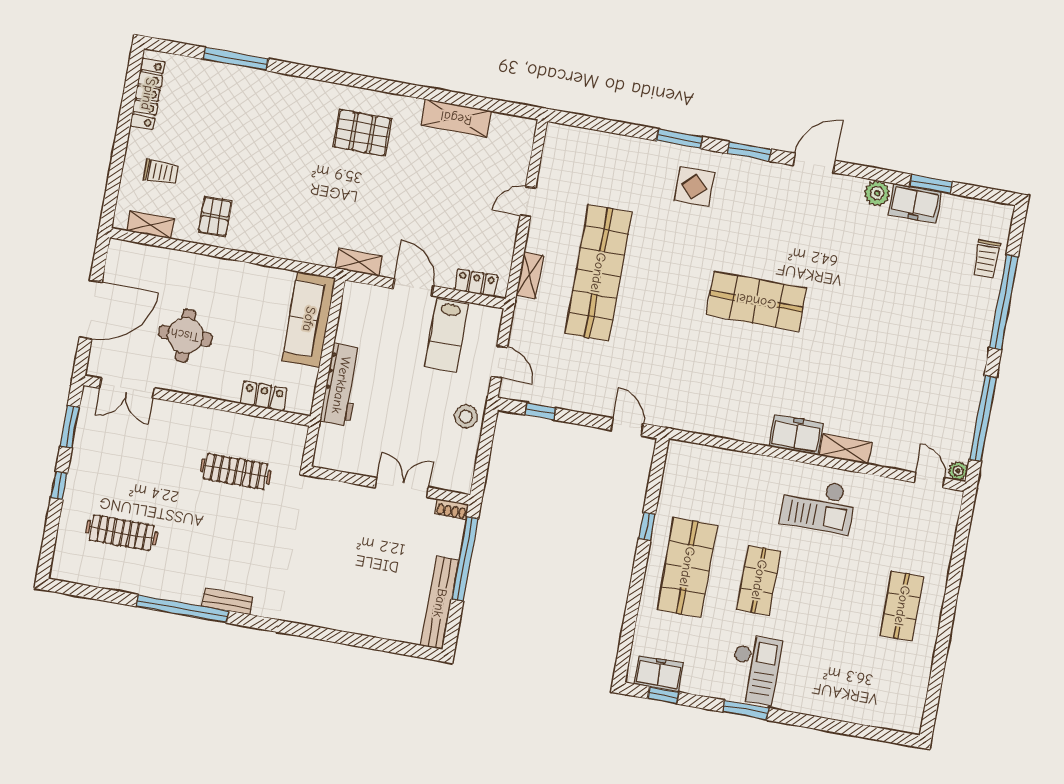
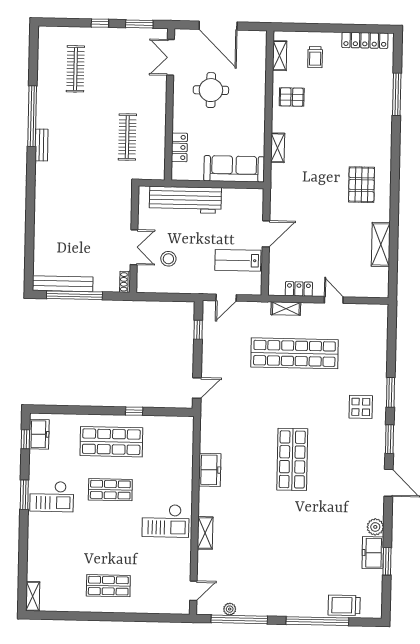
trolley: (987, 258) -> (344, 605), width x1.36, depth x1.39
shelving: (359, 262) -> (278, 148), moved
locker: (476, 283) -> (299, 289), moved, turned -90
workbench: (341, 385) -> (185, 200), width x1.36, depth x1.32
stool: (466, 416) -> (168, 259), moved
freezer: (796, 435) -> (210, 470), moved
plant: (958, 471) -> (230, 609), moved
checkout: (818, 505) -> (166, 521), turned -90
window: (465, 559) -> (74, 295), moved
shelving: (900, 722) -> (33, 596), added

